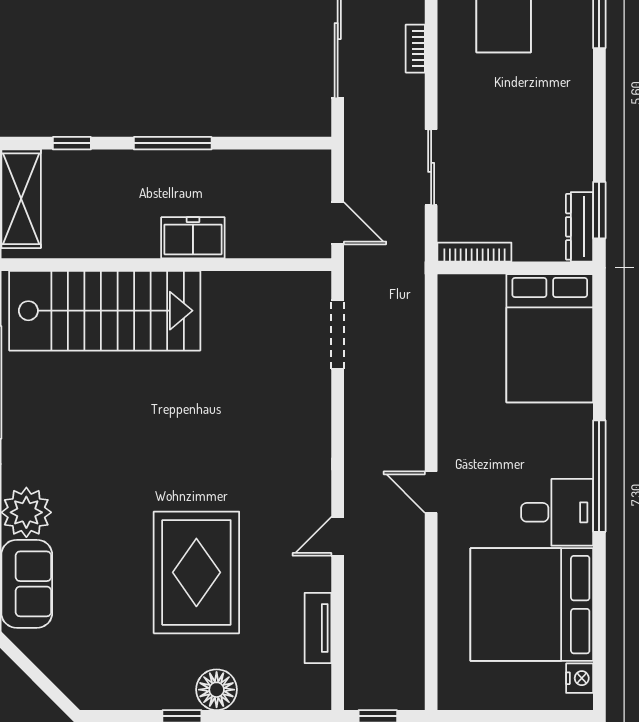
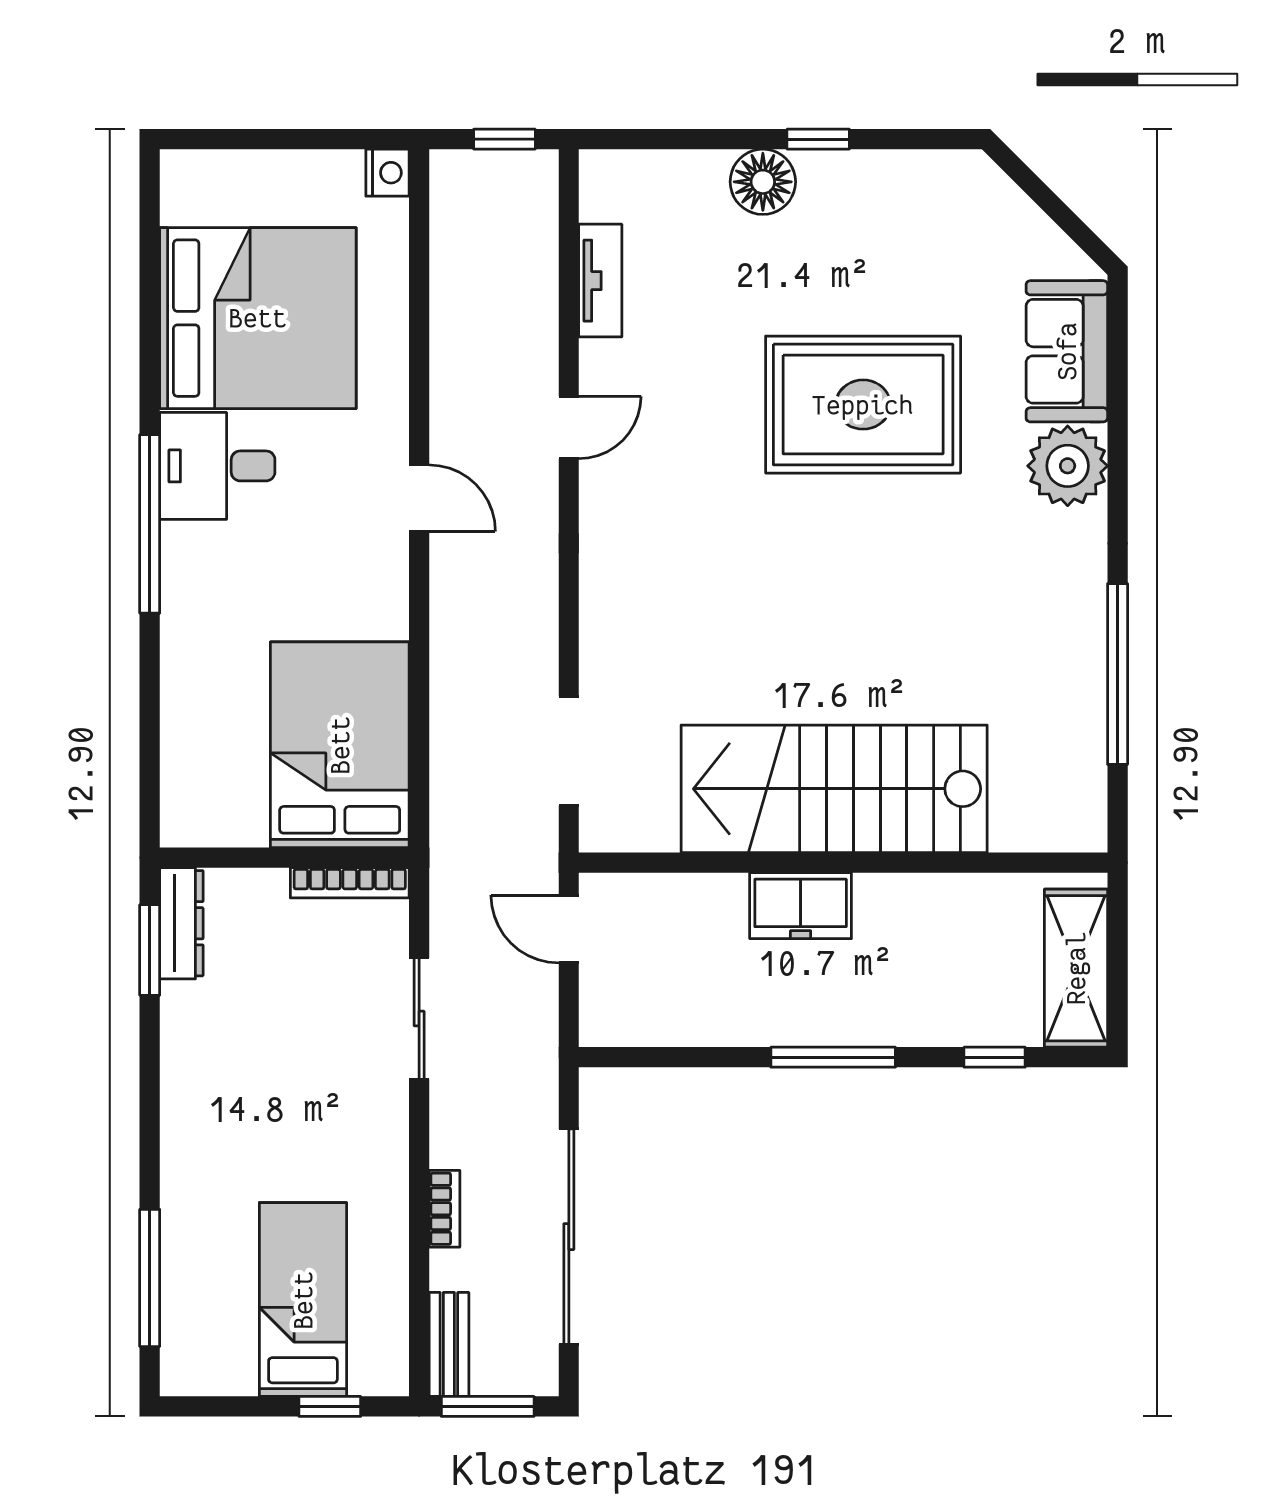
stairs: (105, 311) -> (834, 789), moved
bed: (550, 338) -> (340, 745), moved
rug: (196, 572) -> (863, 405), moved, turned 90
nightstand: (580, 678) -> (387, 173), moved, turned 180

